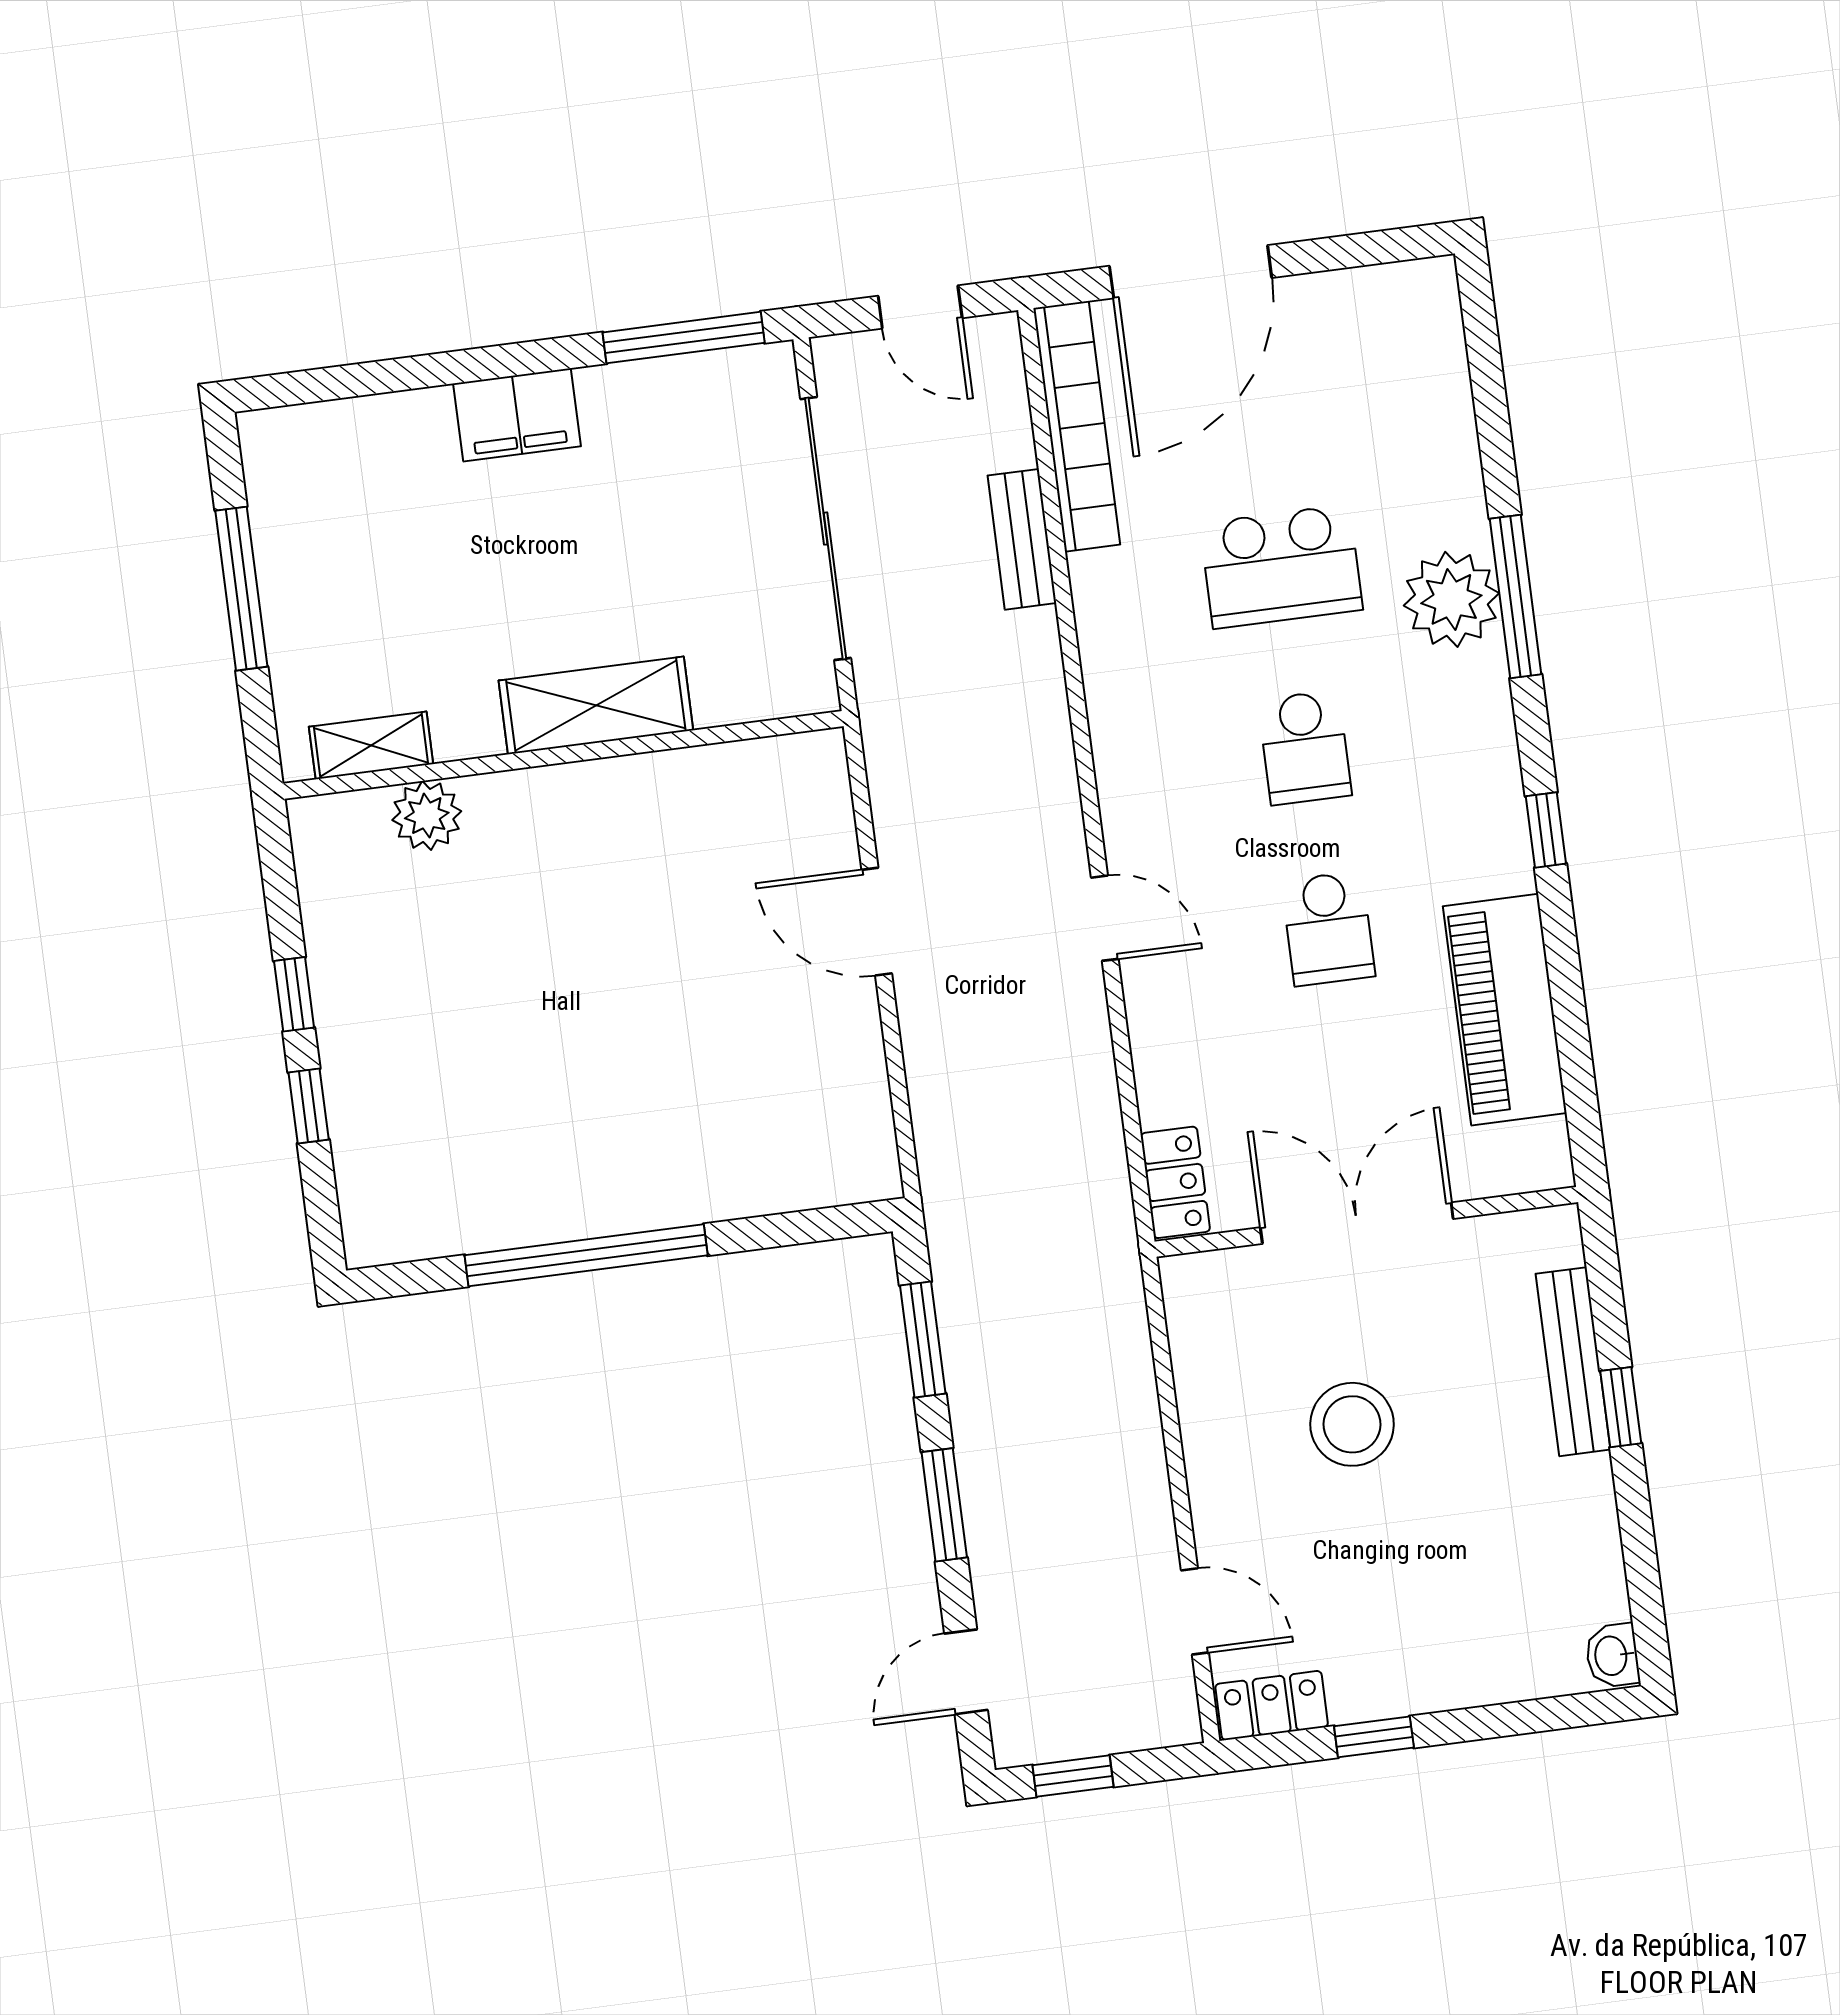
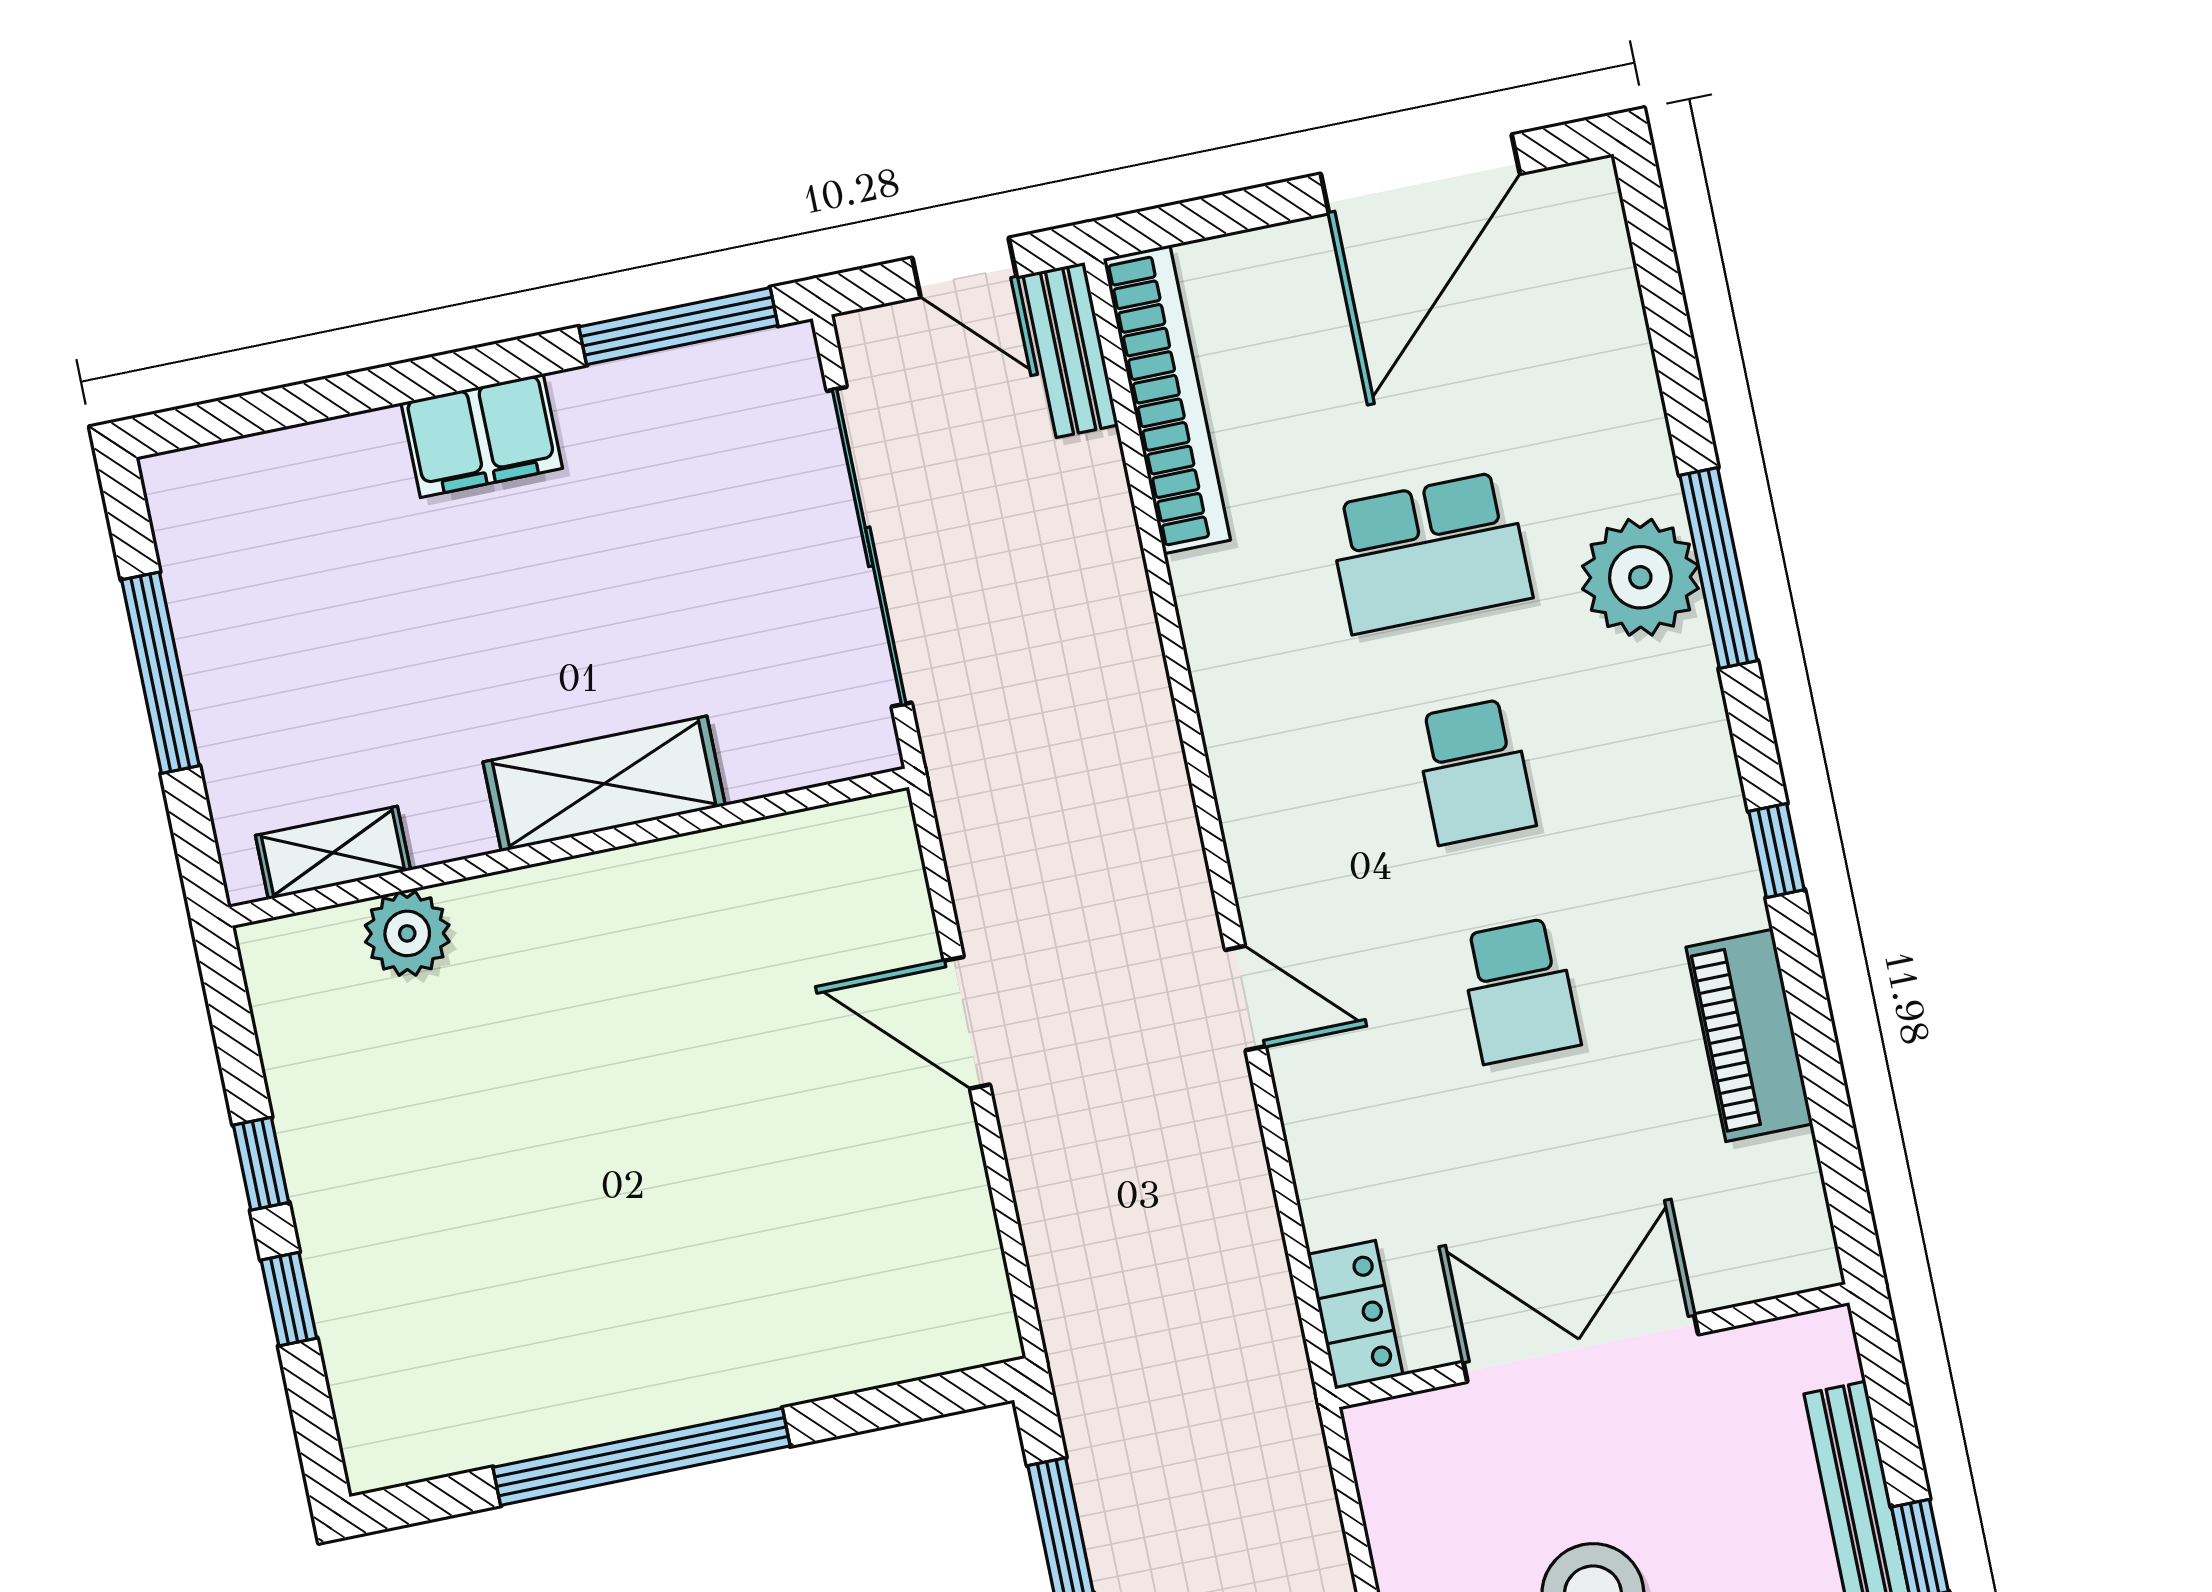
door: (1191, 272) -> (1420, 174), moved
bench: (1022, 539) -> (1070, 350), moved
piano: (1505, 1010) -> (1749, 1035), width x0.73, depth x0.75

